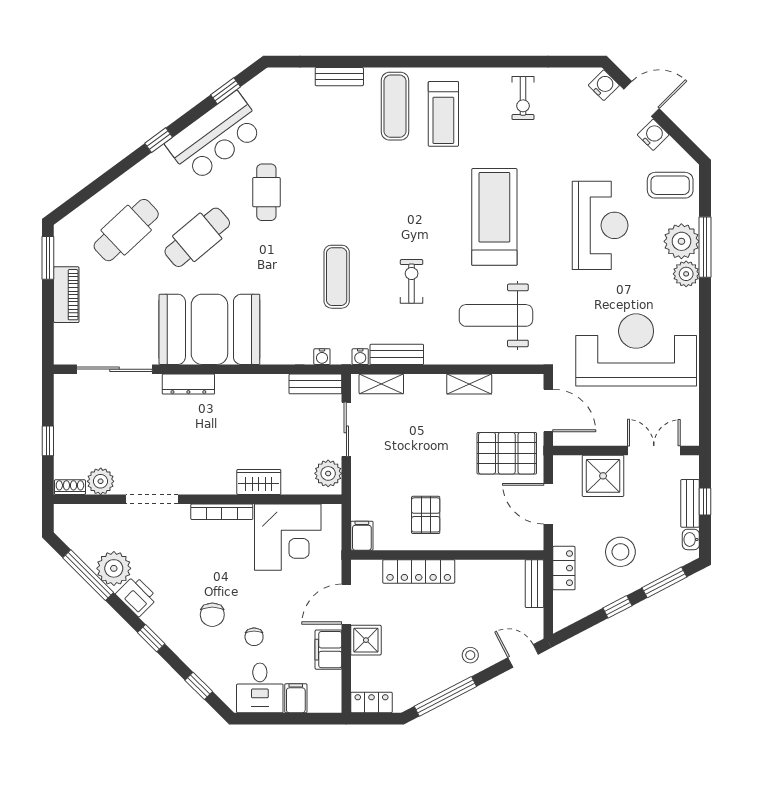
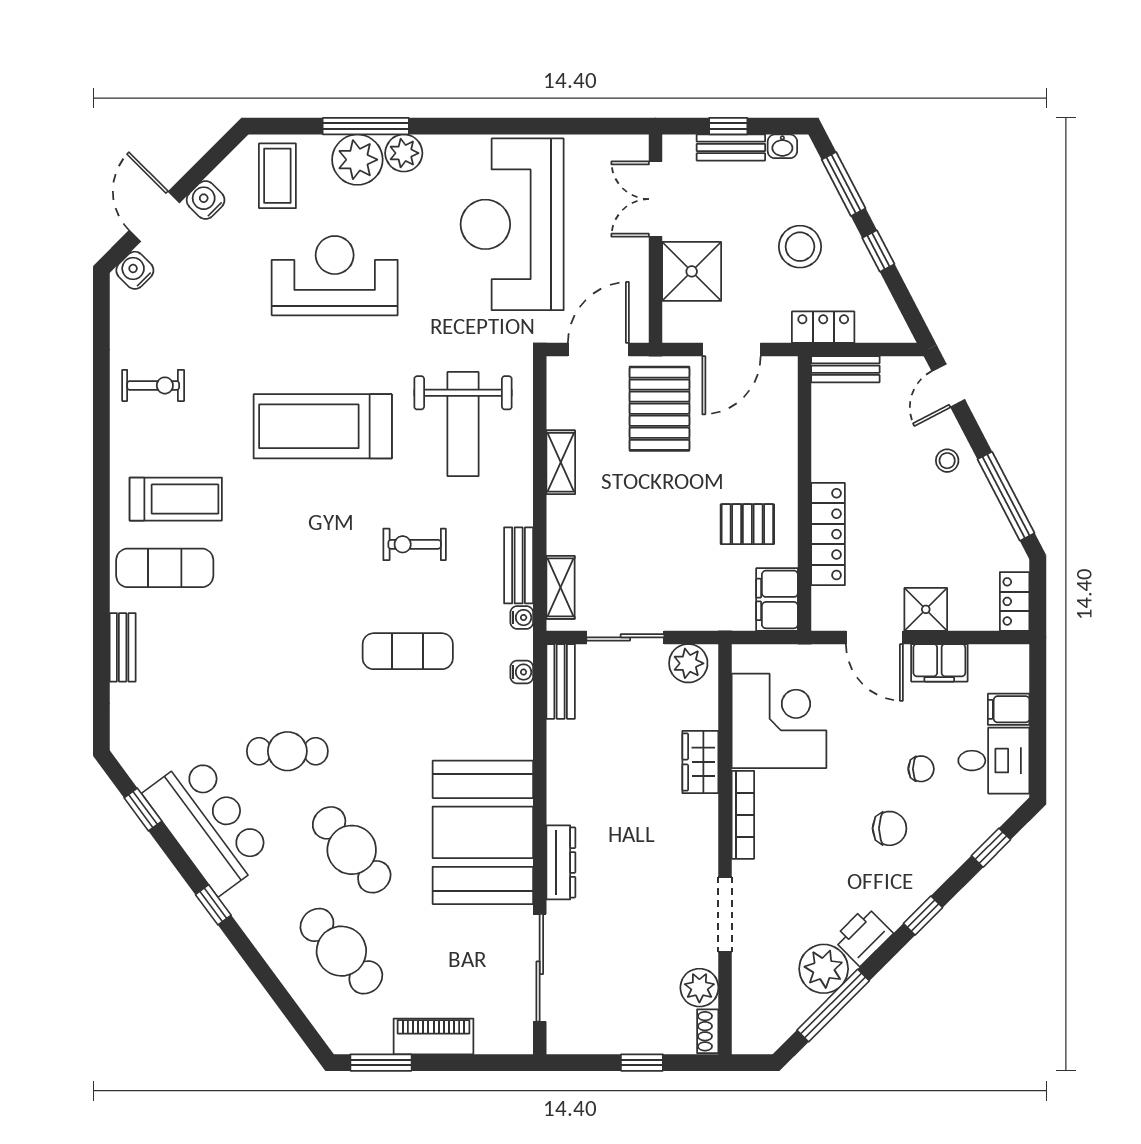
filing cabinet: (362, 536) -> (777, 599), width x2.00

